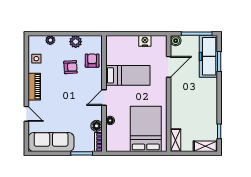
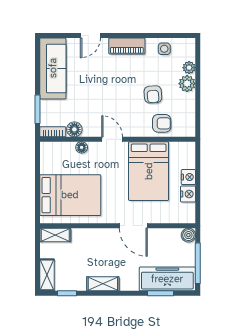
nightstand: (132, 41) -> (188, 177), added
plant: (76, 42) -> (187, 84), moved
door: (169, 67) -> (133, 226), moved
bed: (128, 75) -> (149, 171), width x1.50
shelving: (212, 105) -> (103, 284), added

